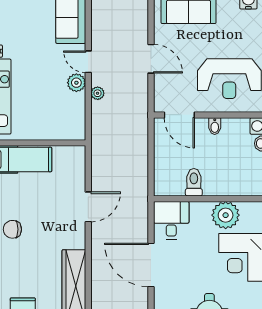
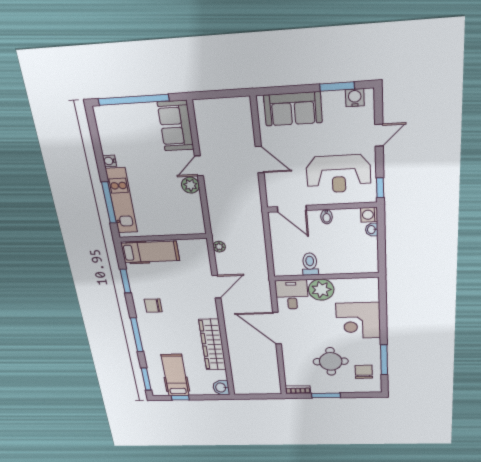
door: (88, 62) -> (199, 166), hinge flipped
plant: (98, 93) -> (219, 247), moved
plant: (226, 215) -> (321, 290), moved

